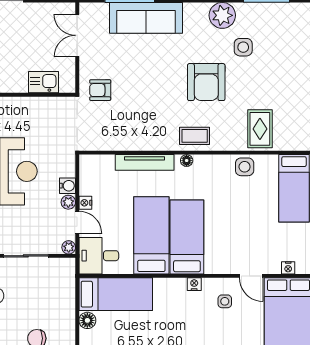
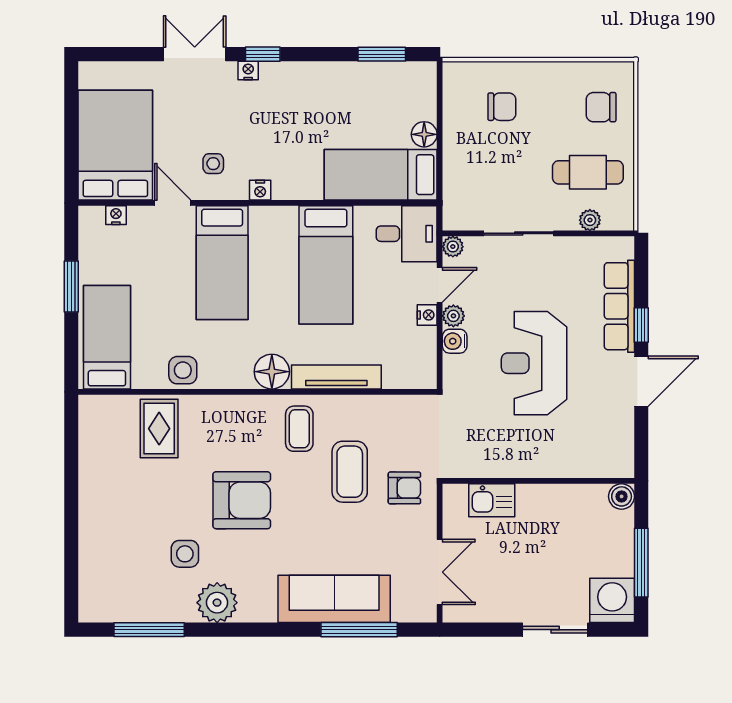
armchair: (206, 82) -> (242, 500), turned 90
coffee table: (136, 101) -> (350, 472), added
coffee table: (195, 136) -> (299, 429), moved, turned 90
floor lamp: (187, 161) -> (272, 372), width x1.89, depth x1.89
door: (77, 222) -> (440, 285), swing flipped
bed: (187, 237) -> (222, 263), moved

